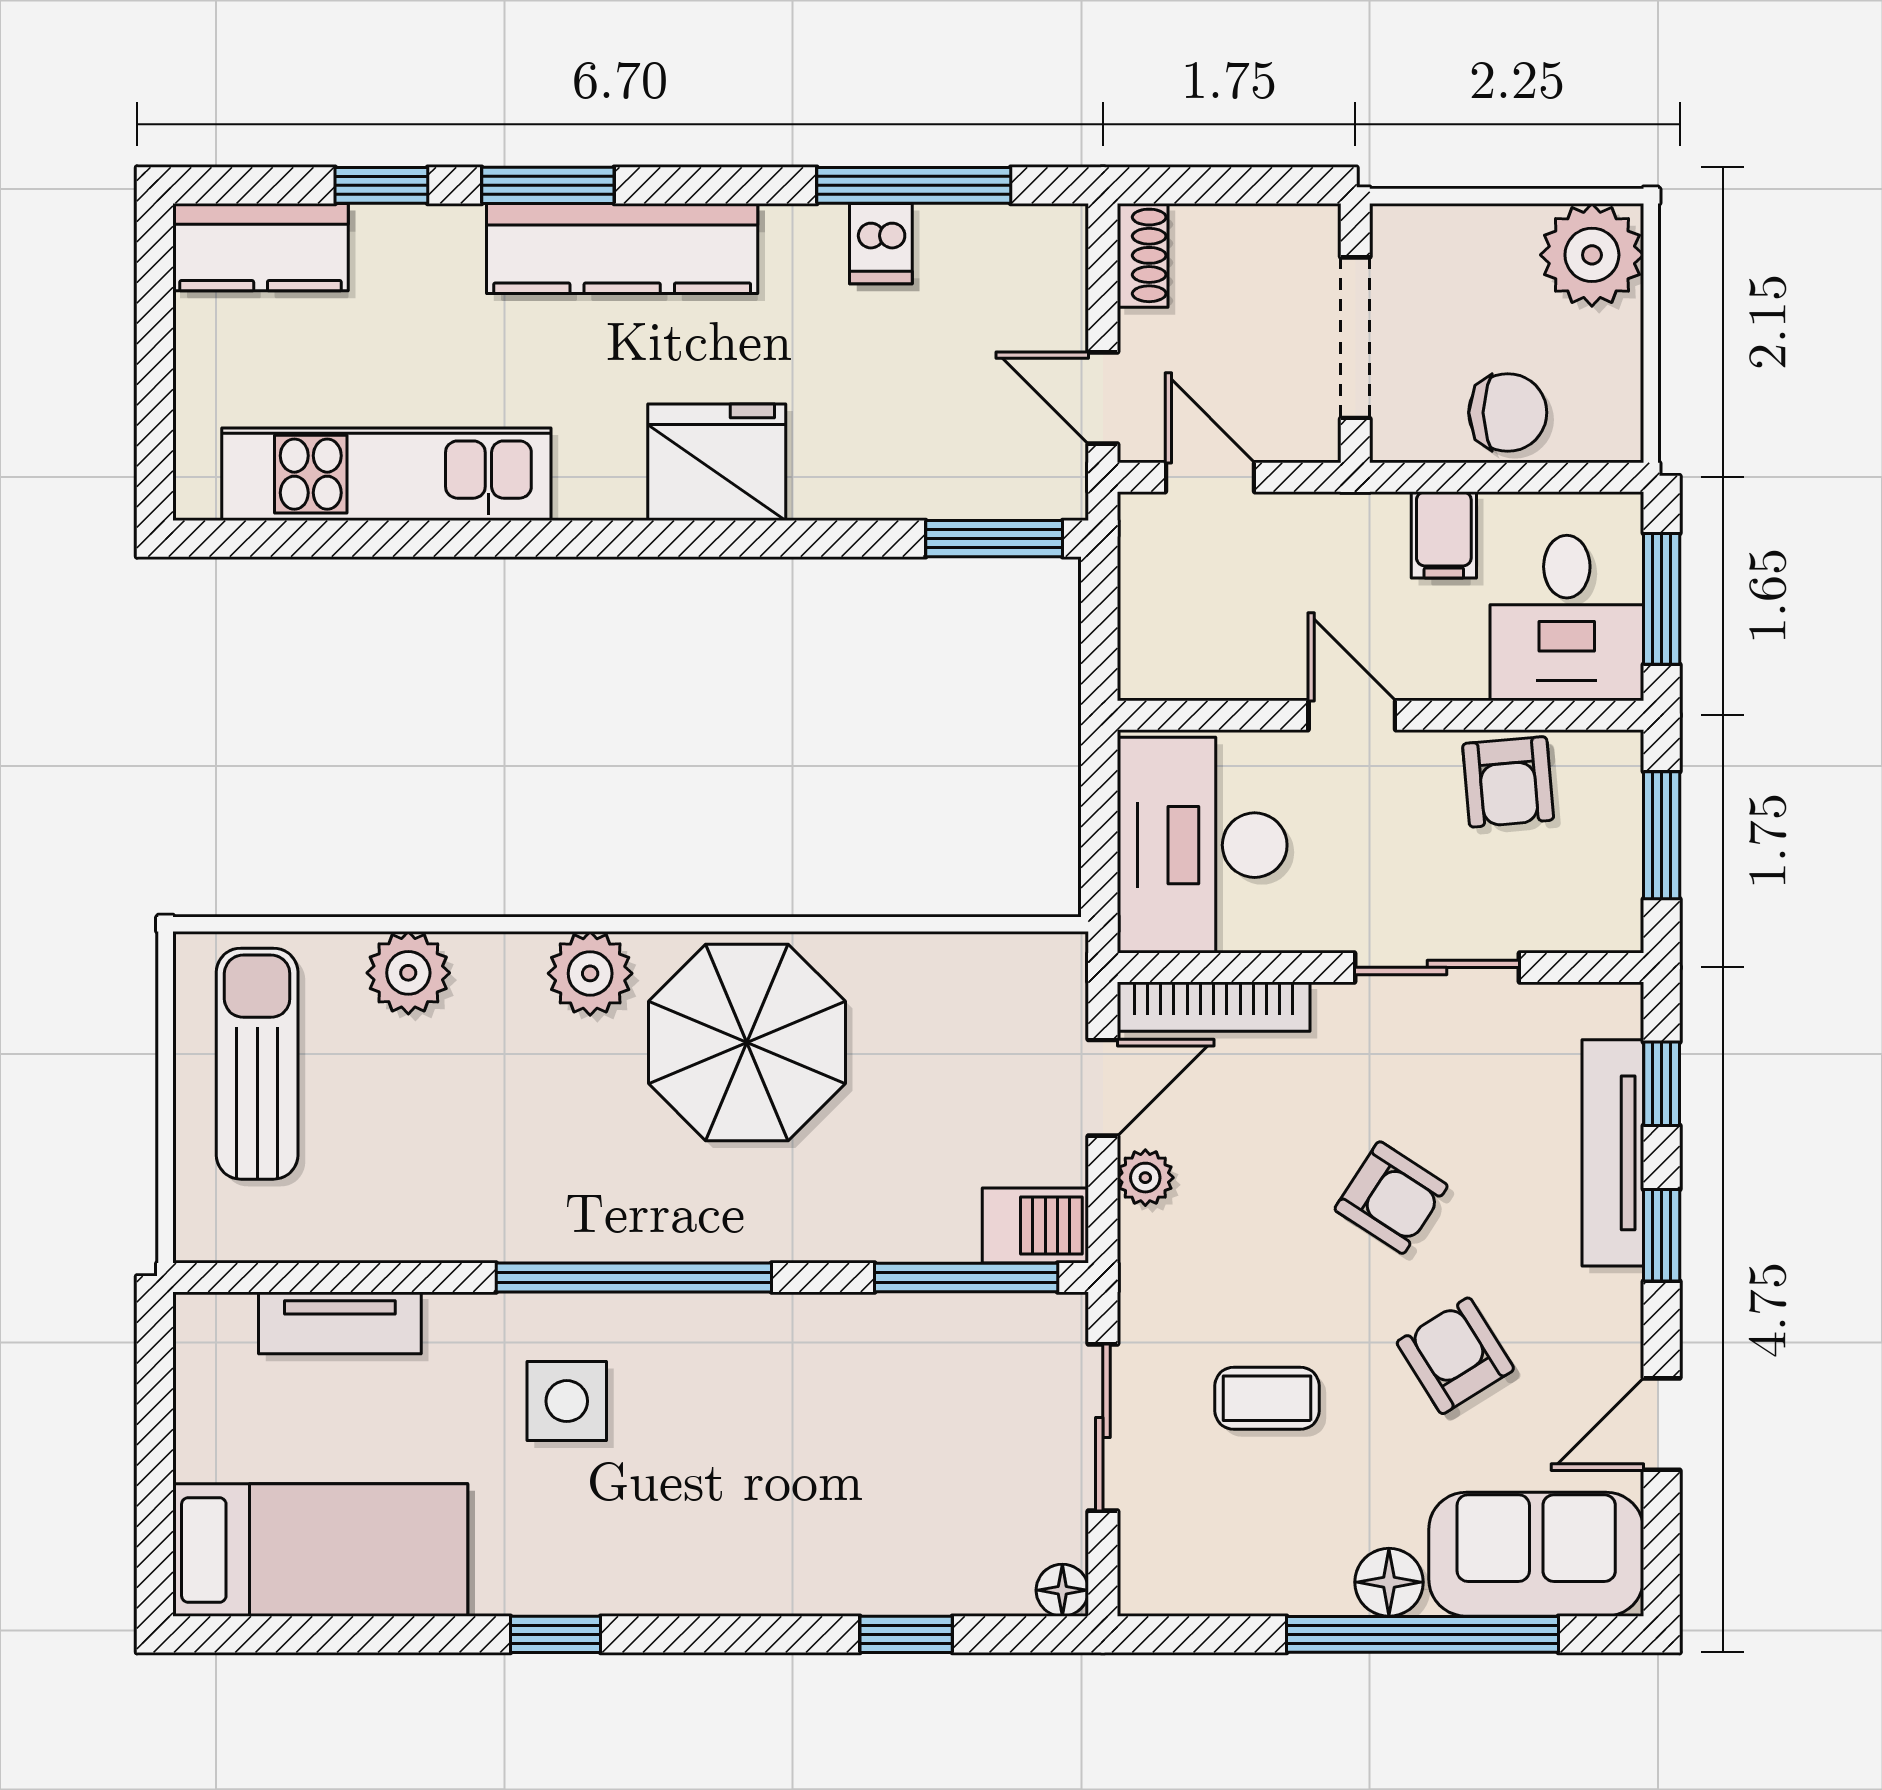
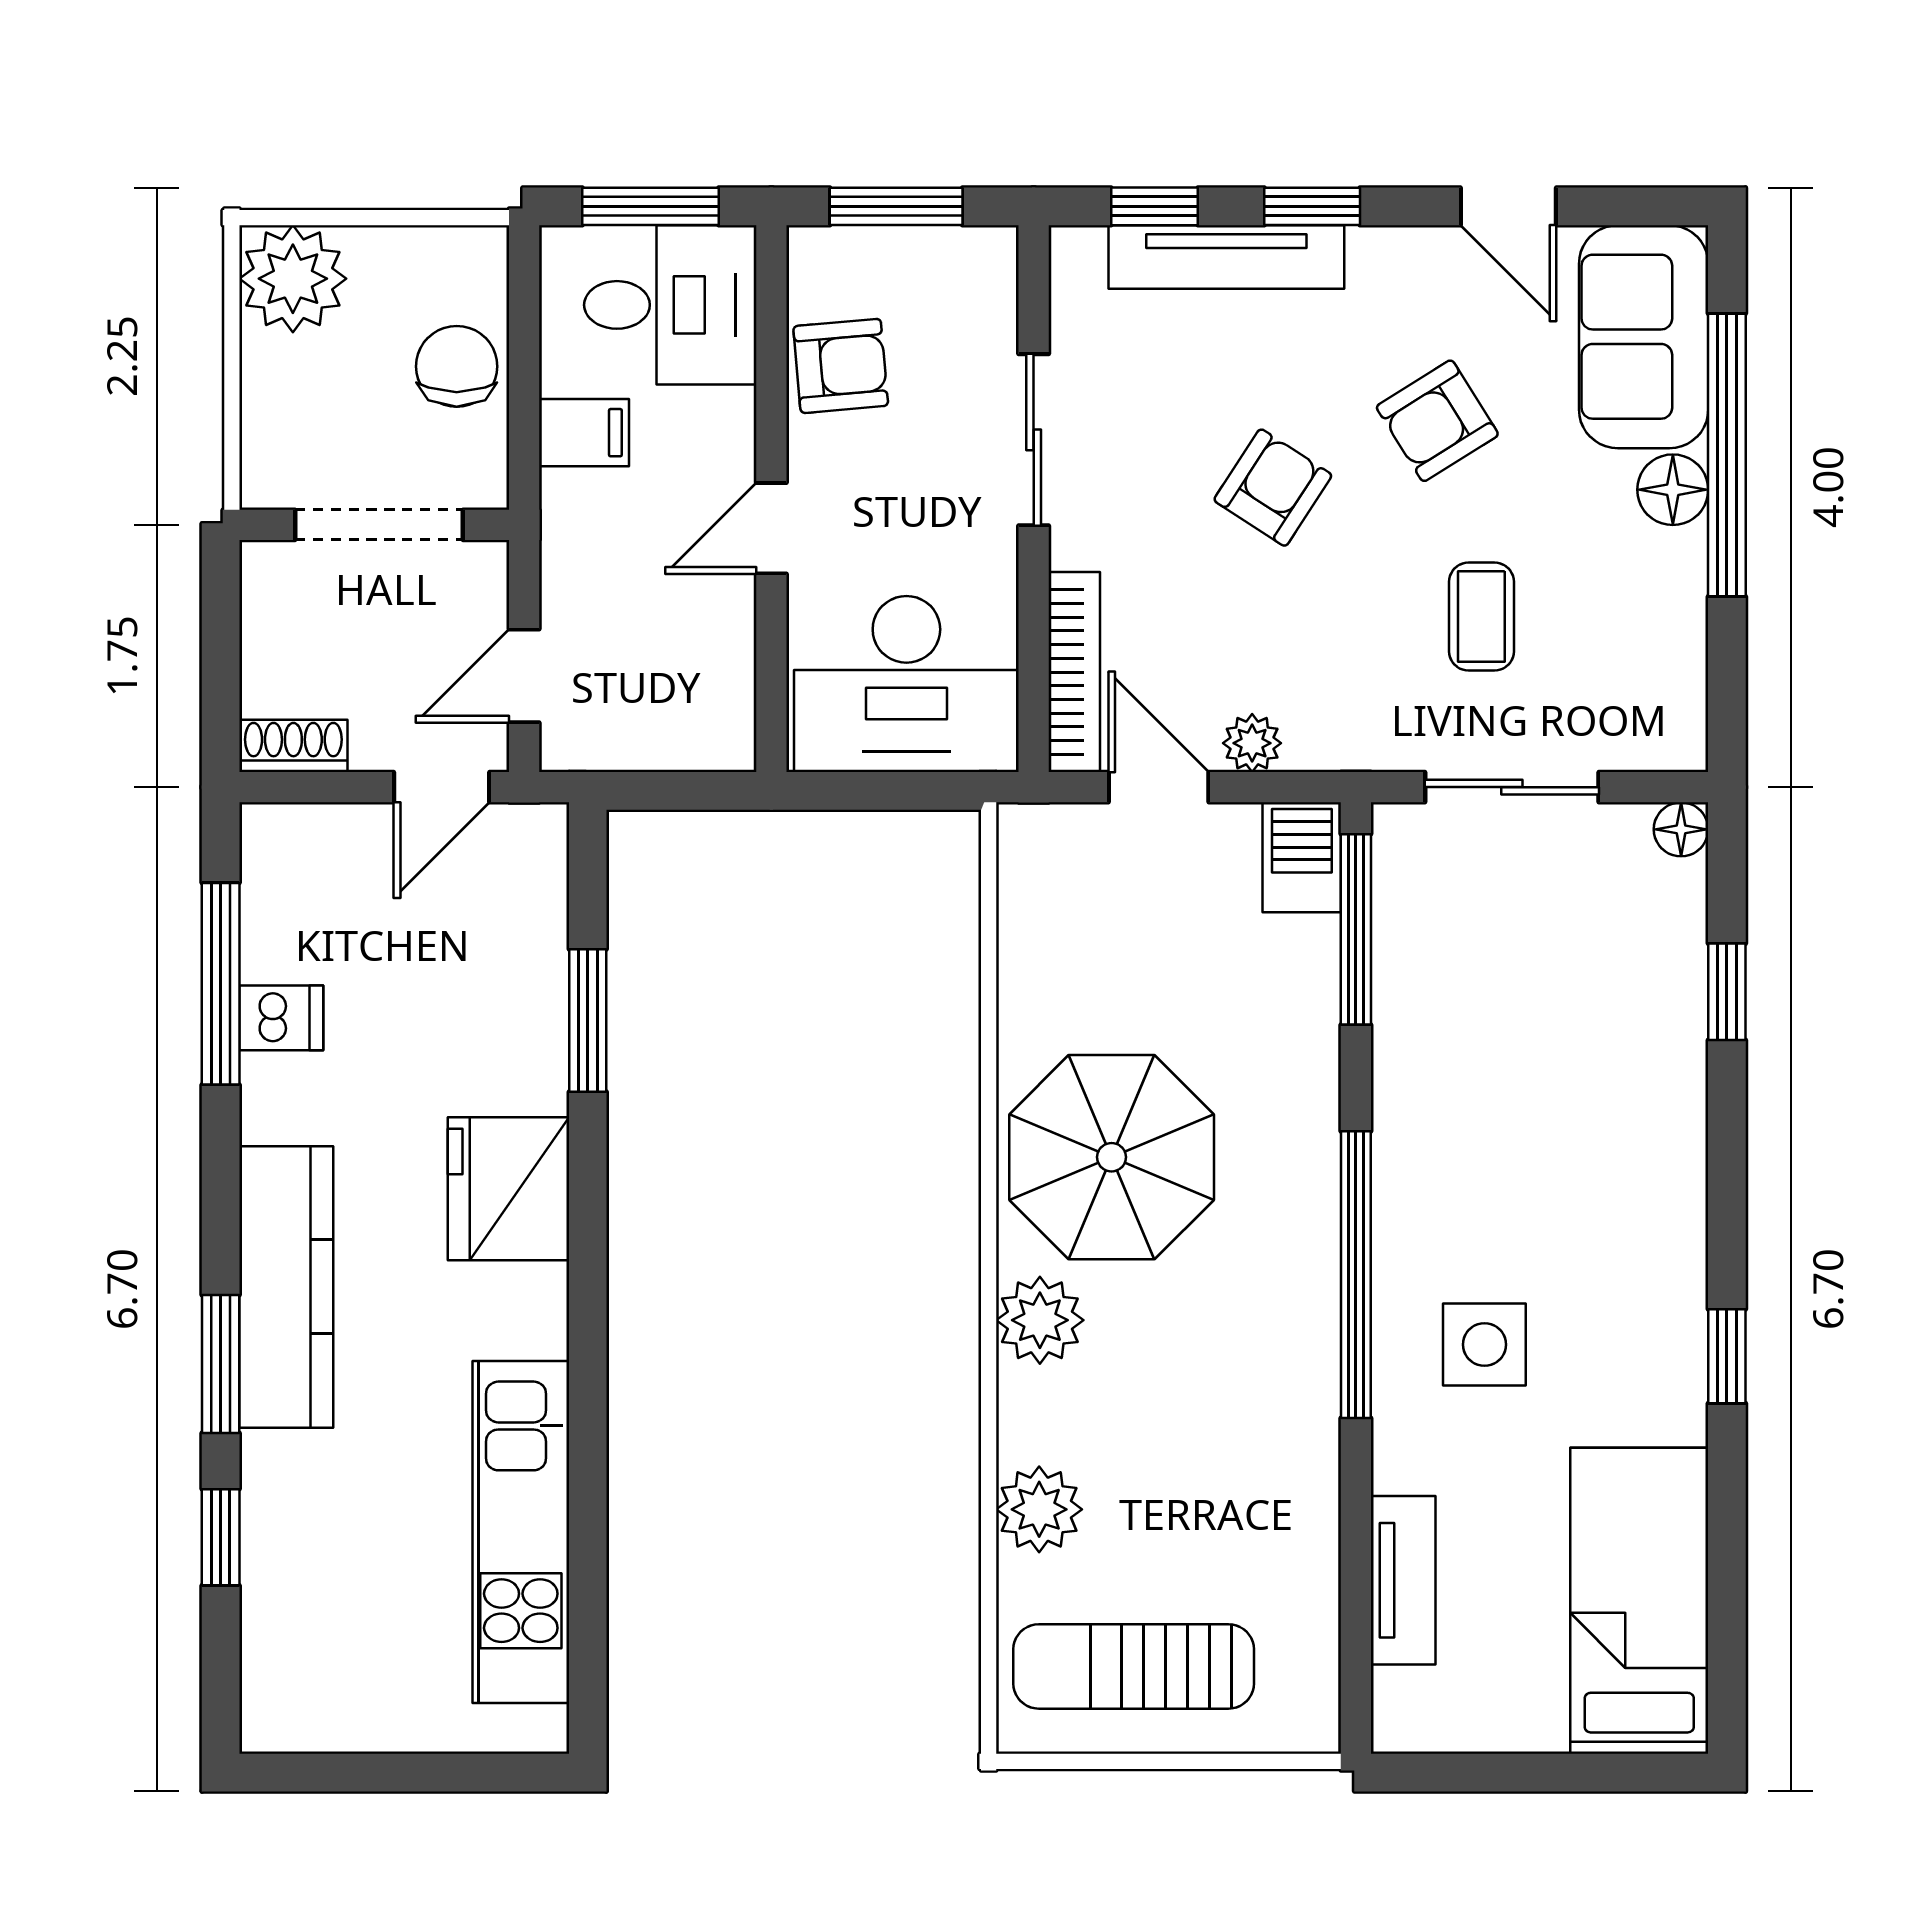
kitchen counter: (261, 247) -> (285, 1663), removed
window: (994, 539) -> (588, 1021), moved

